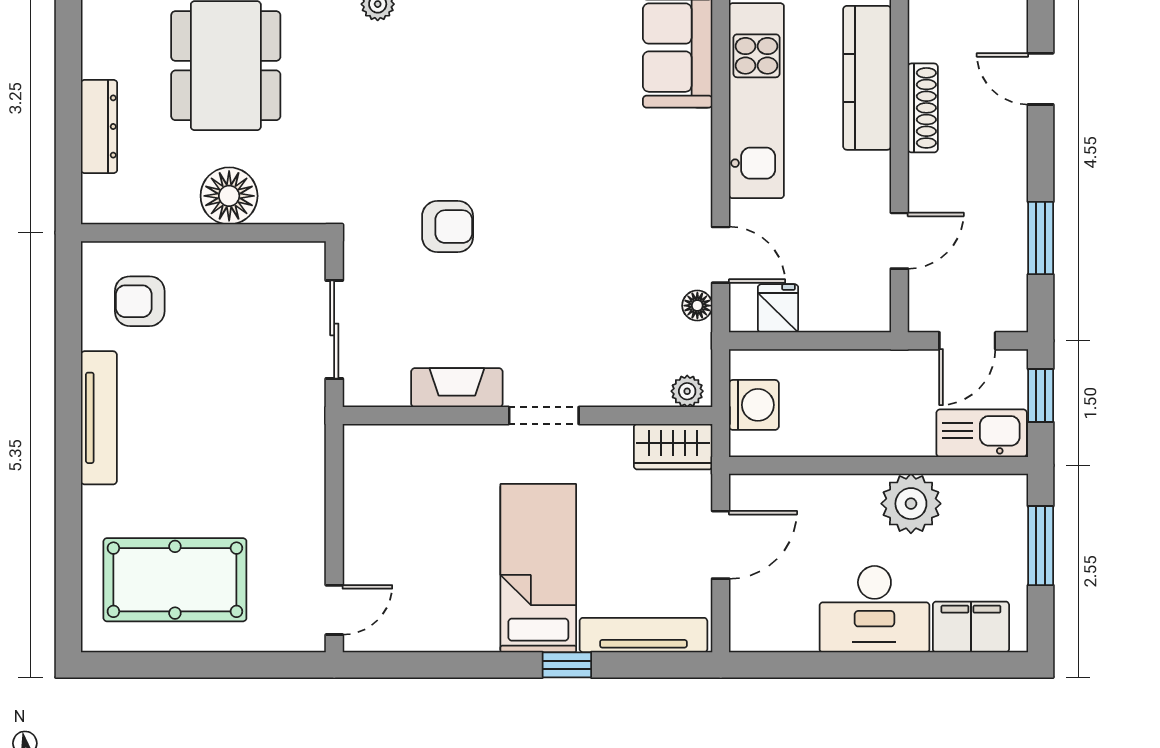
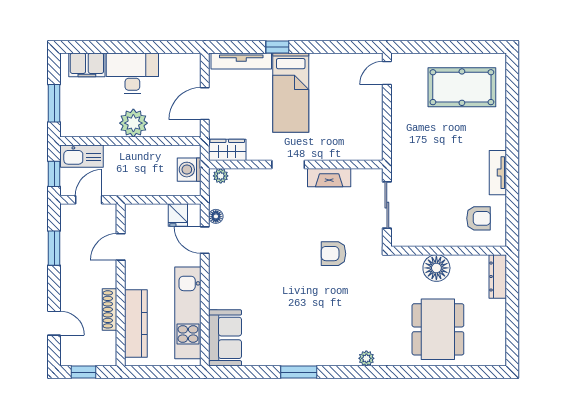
dresser: (99, 127) -> (498, 277), moved
tv unit: (99, 418) -> (498, 173), width x0.71
plant: (911, 504) -> (133, 123), moved

